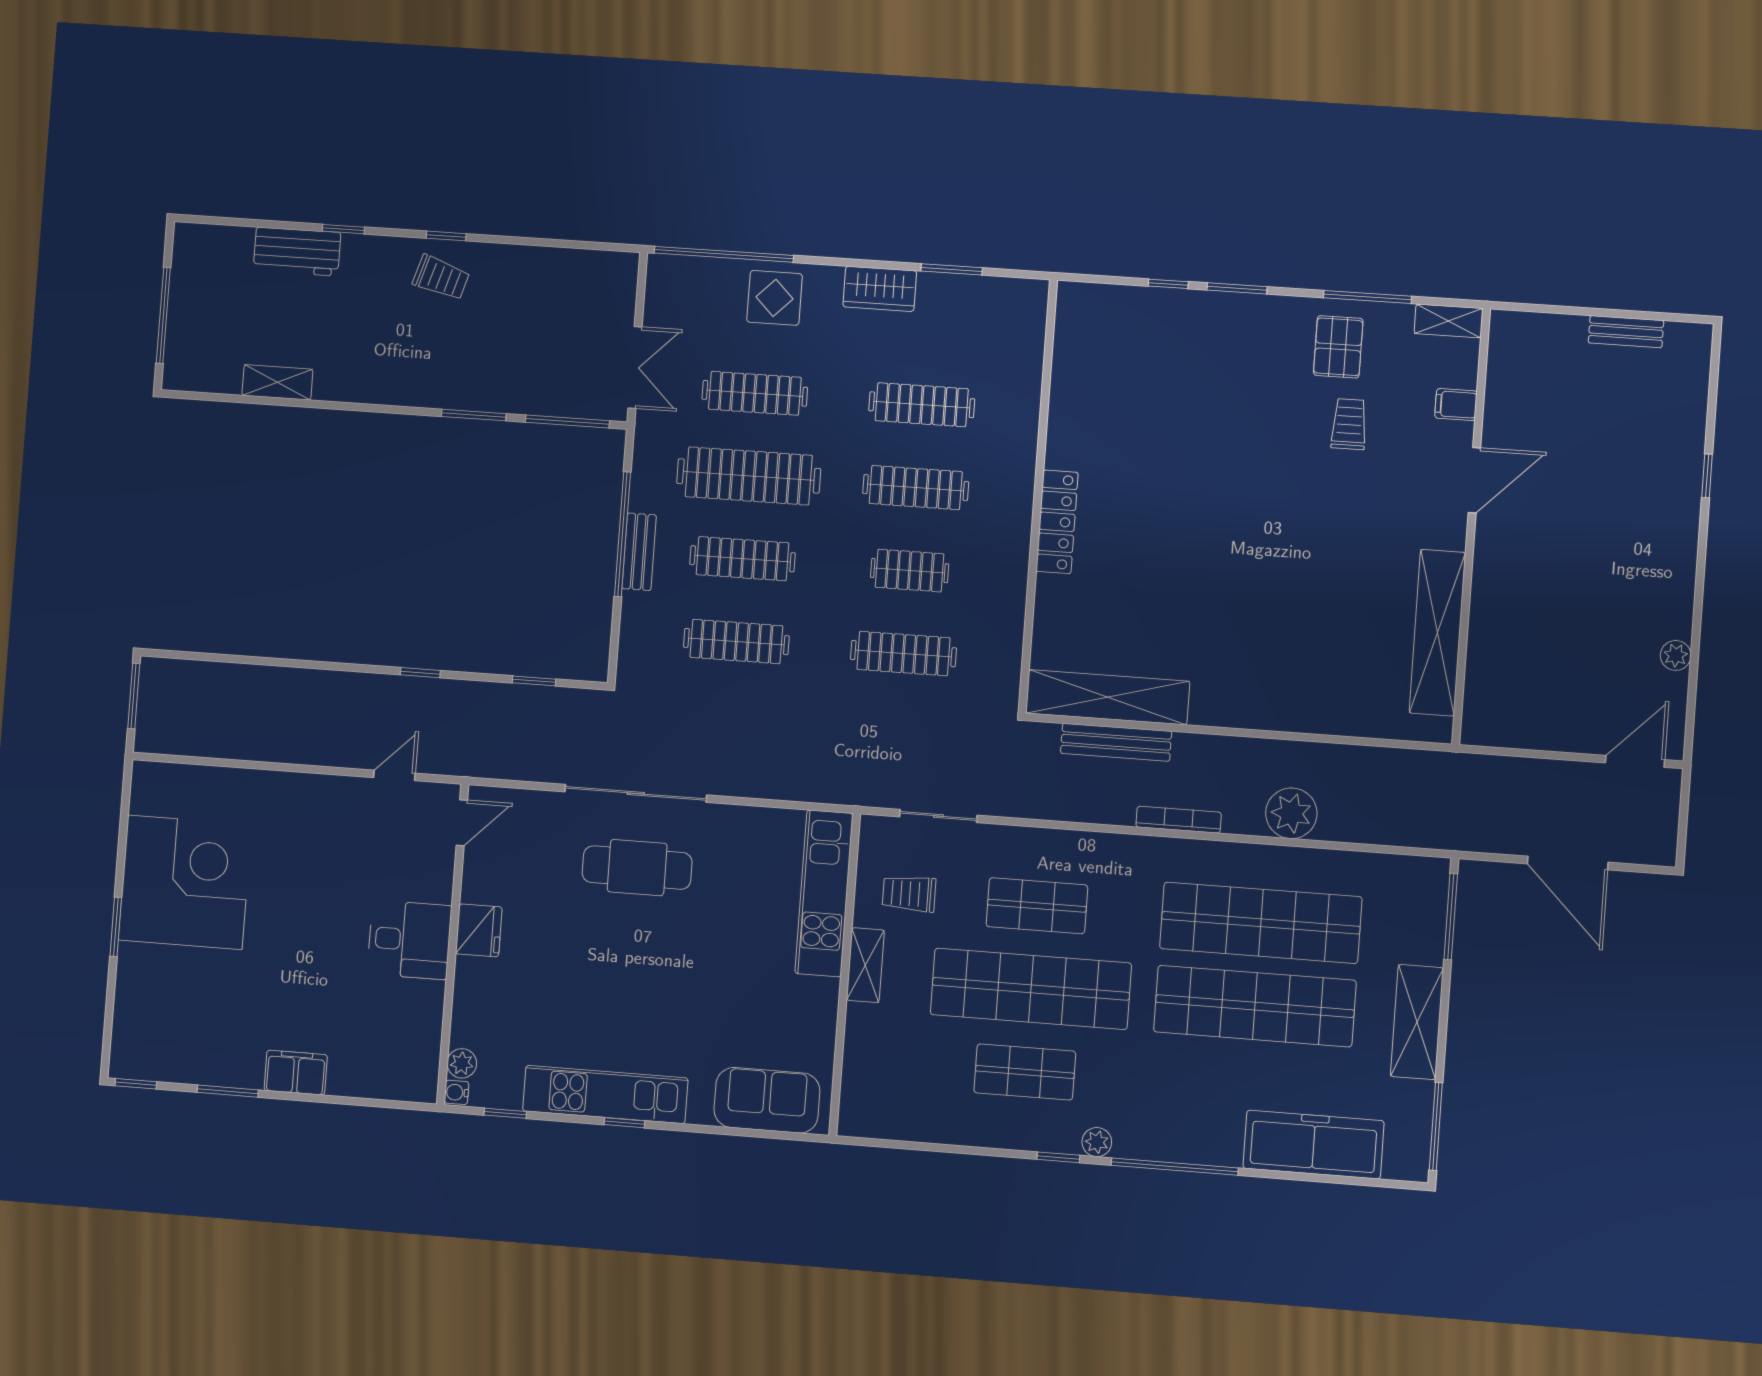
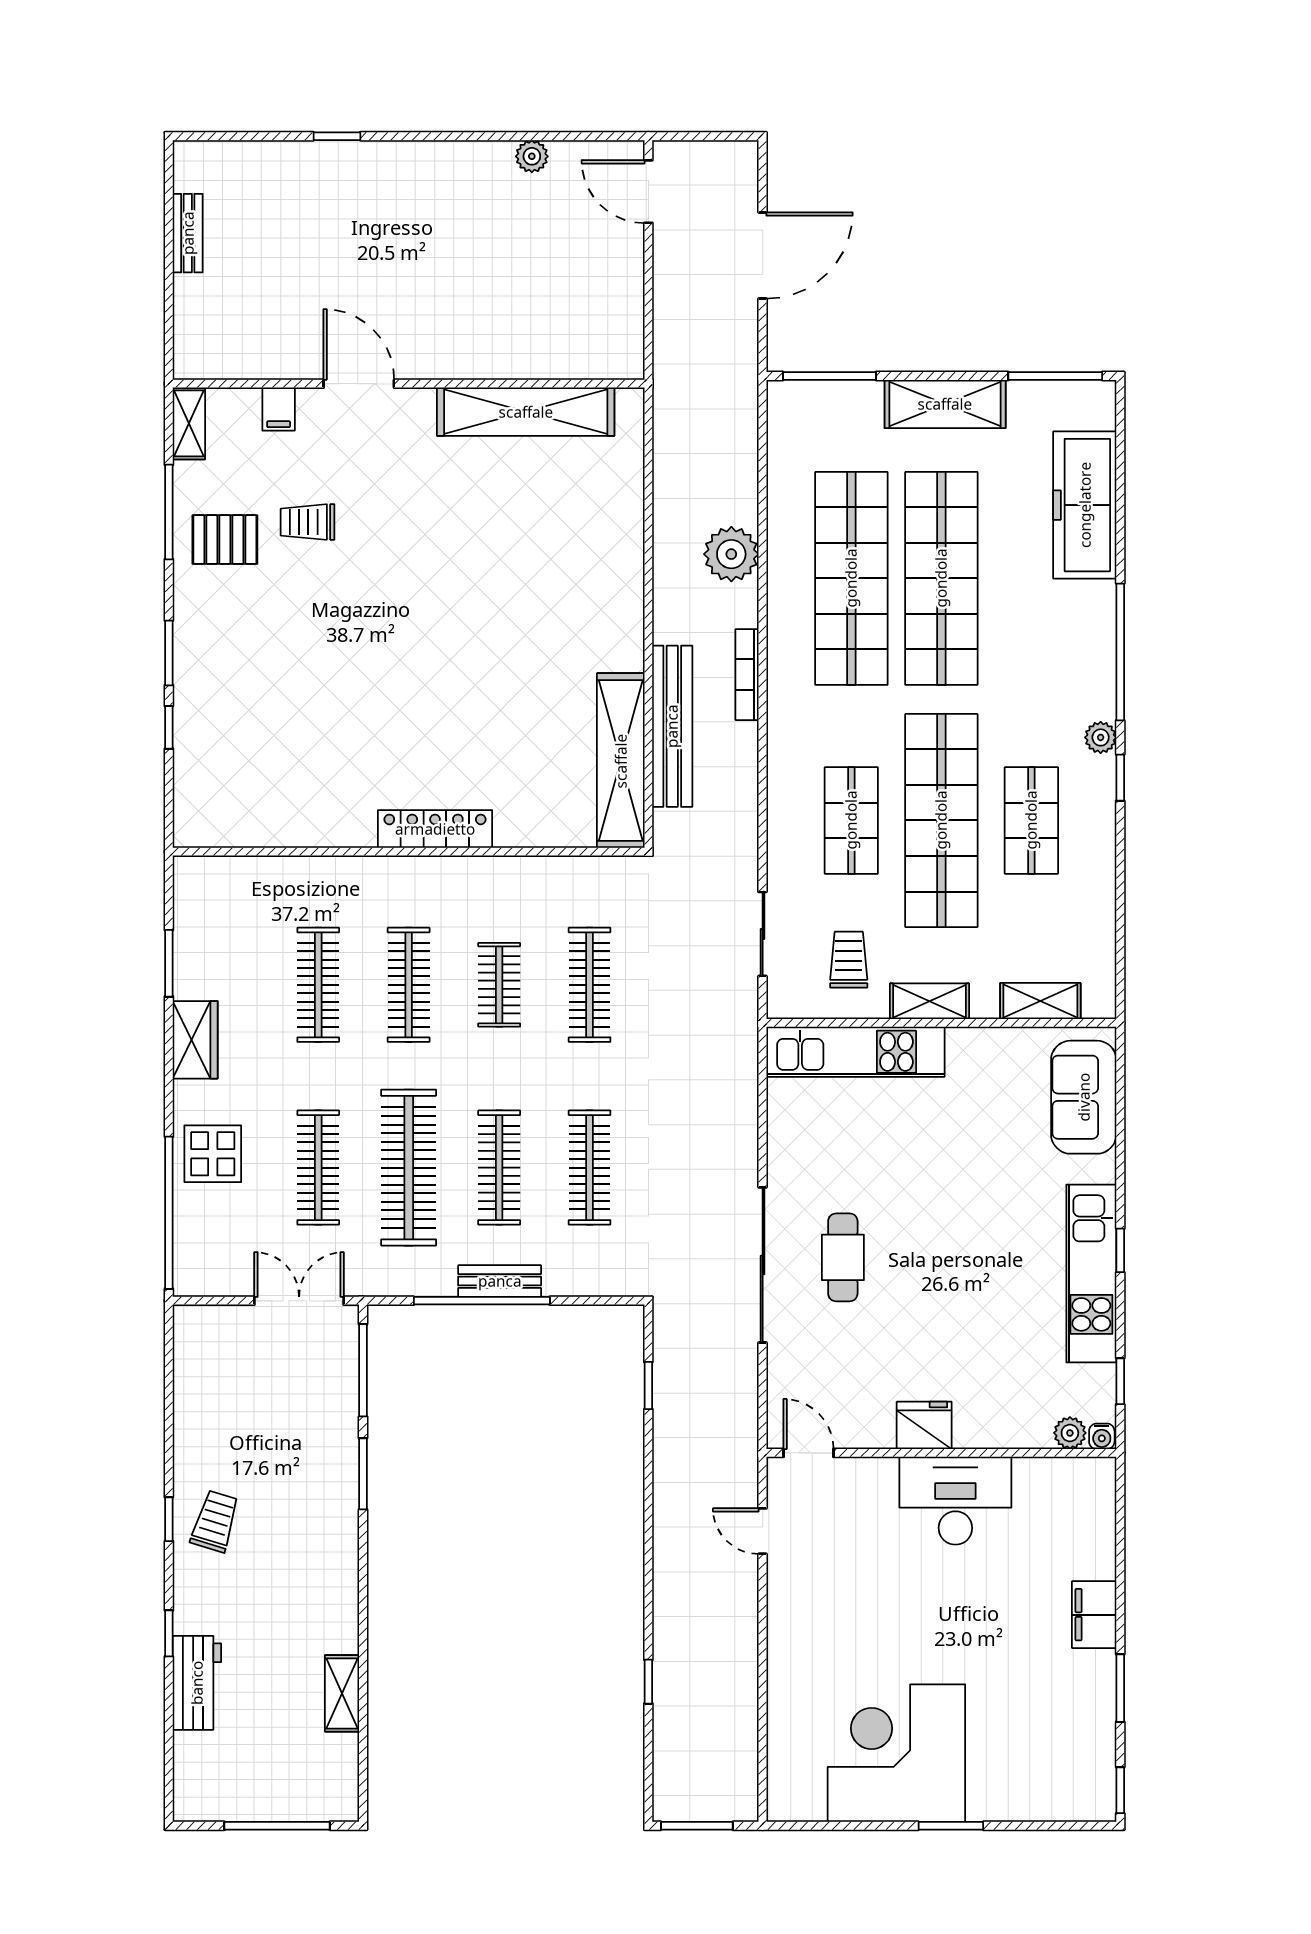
window: (420, 673) -> (648, 1682), moved
bench: (1116, 742) -> (672, 726), width x1.37, depth x1.21
cafe table: (637, 868) -> (843, 1257), width x0.73, depth x0.74
trolley: (909, 894) -> (849, 960), turned 180
desk: (409, 940) -> (955, 1501), width x1.37
shelving: (858, 1067) -> (1040, 1001), added

